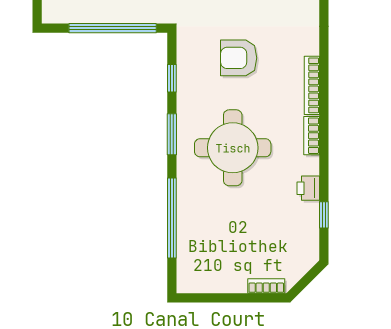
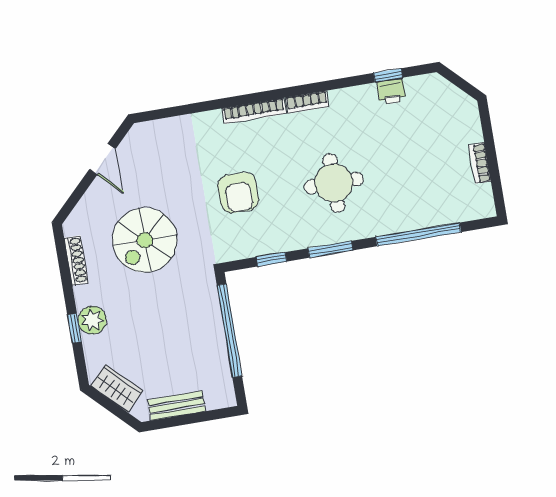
round table: (233, 148) -> (334, 183), width x0.73, depth x0.73
printer: (308, 188) -> (391, 92), moved
bookcase: (266, 286) -> (480, 163), moved

